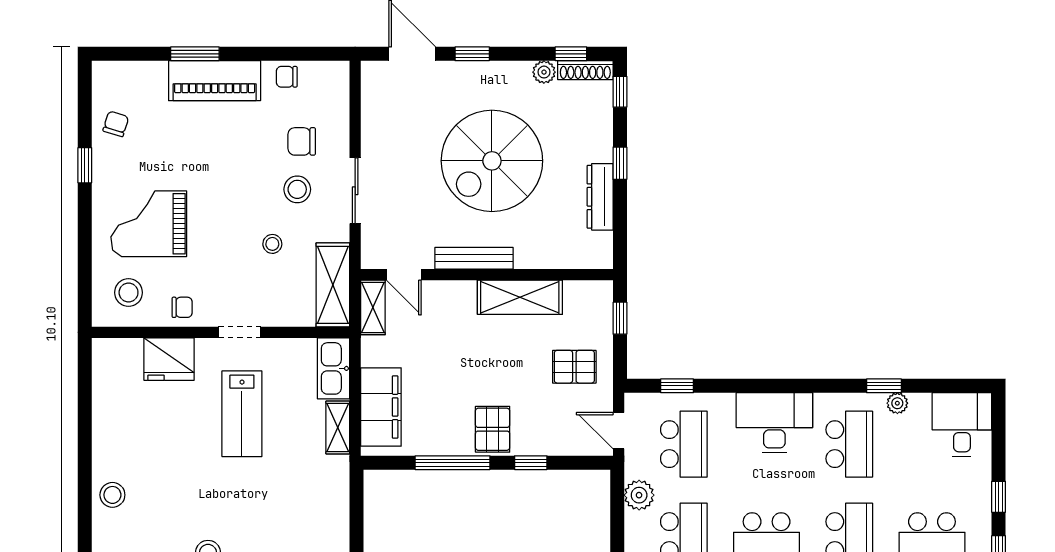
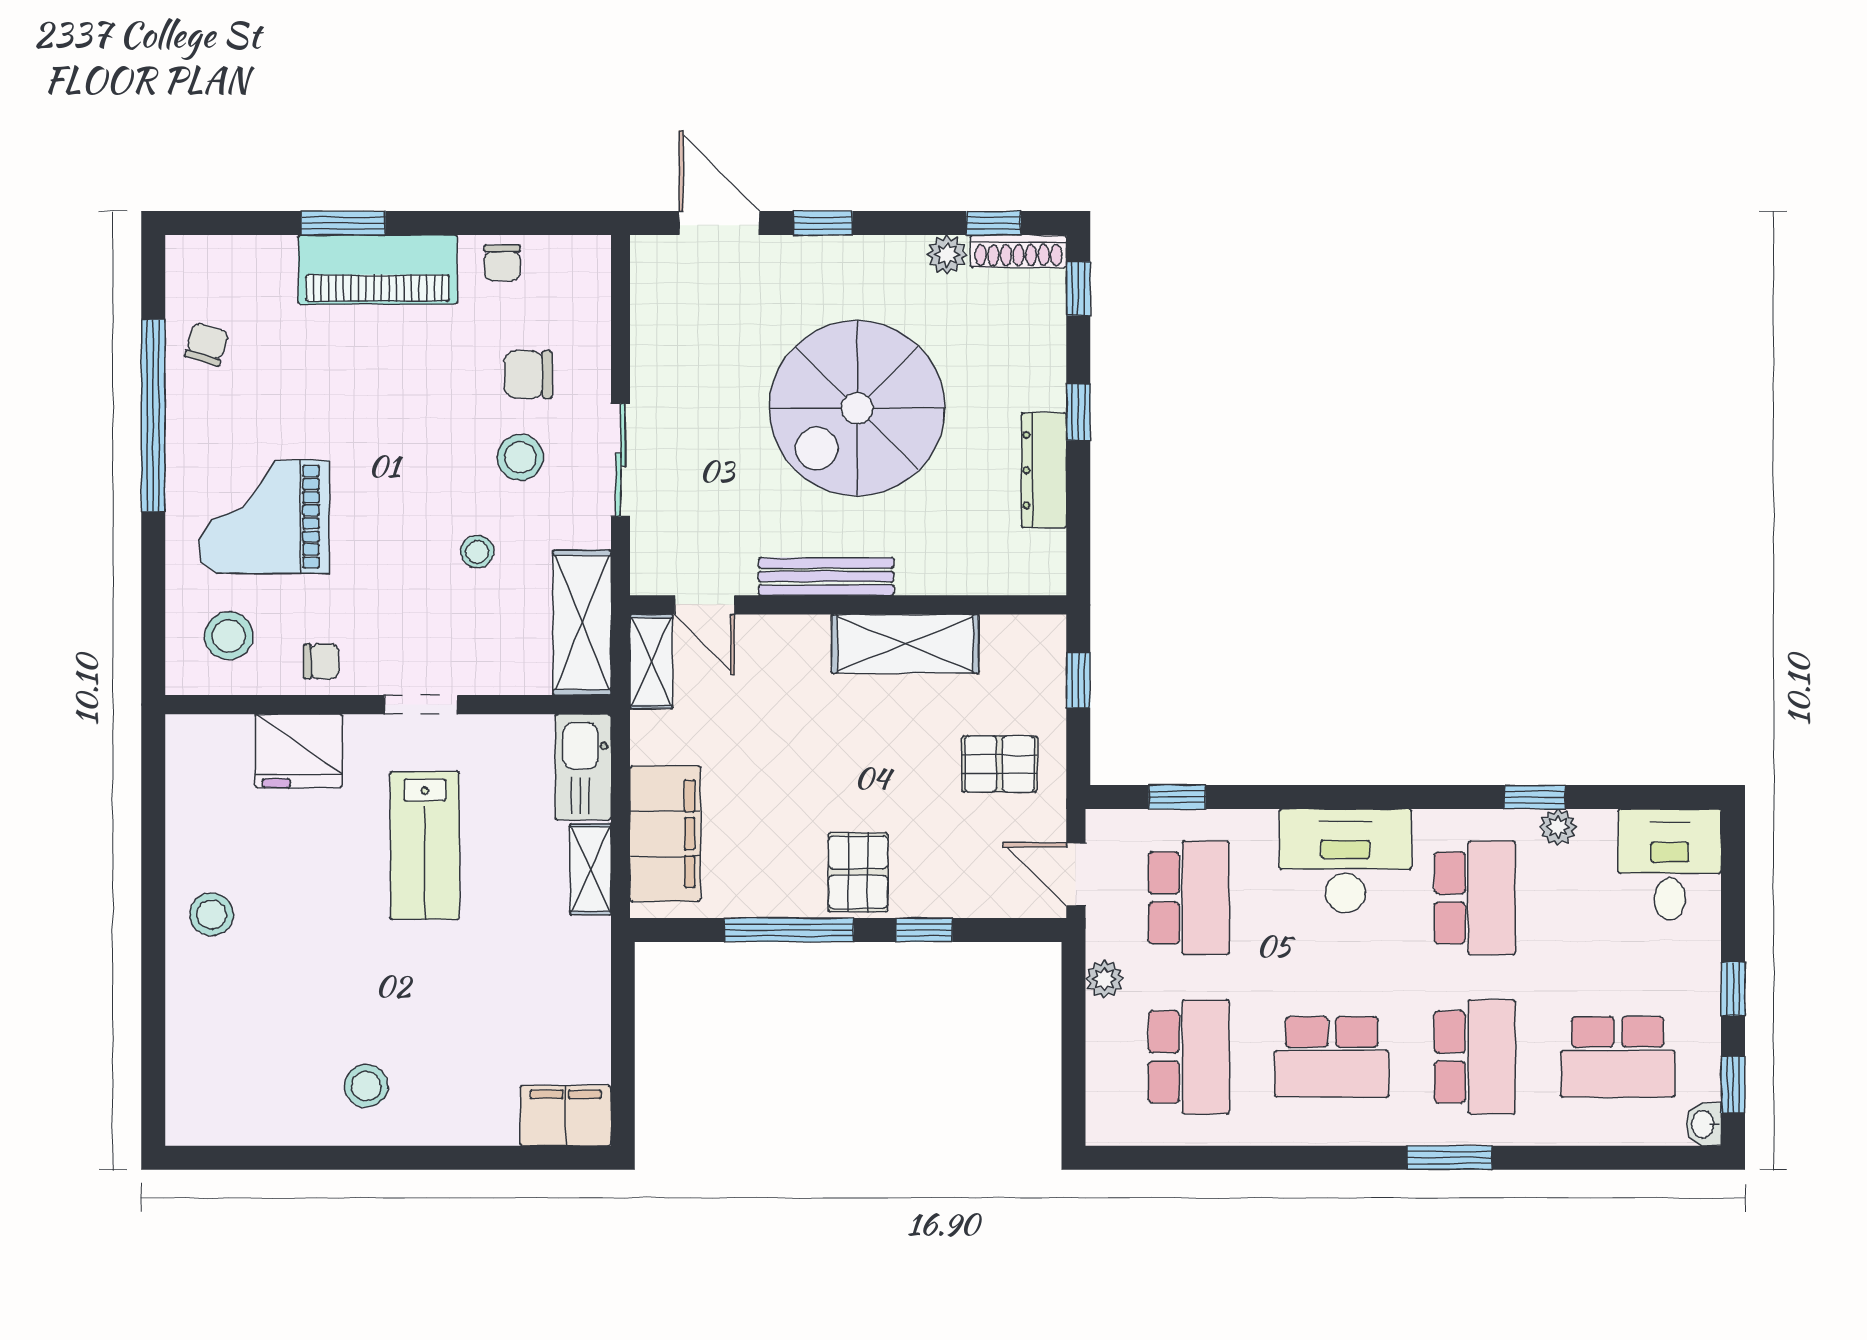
chair: (287, 77) -> (502, 263), turned -90
window: (85, 165) -> (153, 416), width x3.17
stool: (112, 495) -> (212, 914), moved
plant: (639, 495) -> (1104, 979), width x0.73, depth x0.73

